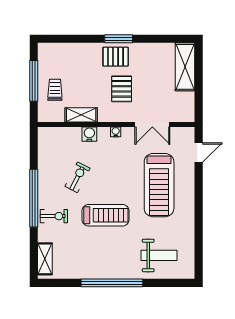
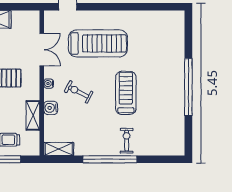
exercise bike: (78, 177) -> (79, 92), moved
weight bench: (159, 255) -> (163, 43), removed
shelving: (45, 259) -> (59, 149), moved

